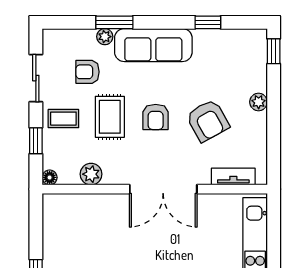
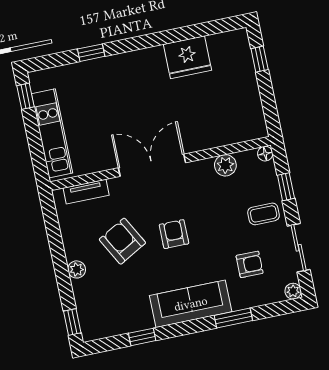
plant: (105, 37) -> (293, 291), moved
rug: (110, 117) -> (219, 225), removed

